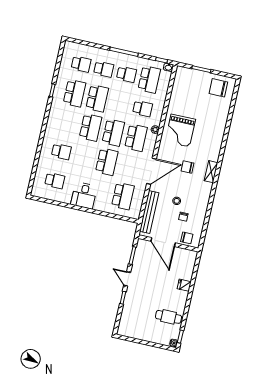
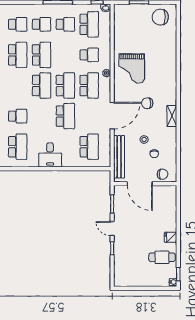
shelving: (211, 172) -> (172, 116), moved
school desk: (55, 181) -> (18, 147), width x1.85
fridge: (184, 285) -> (171, 237), moved

